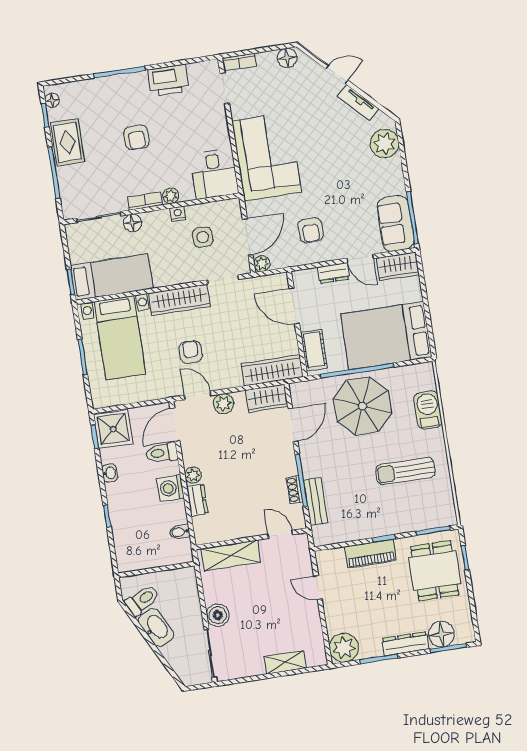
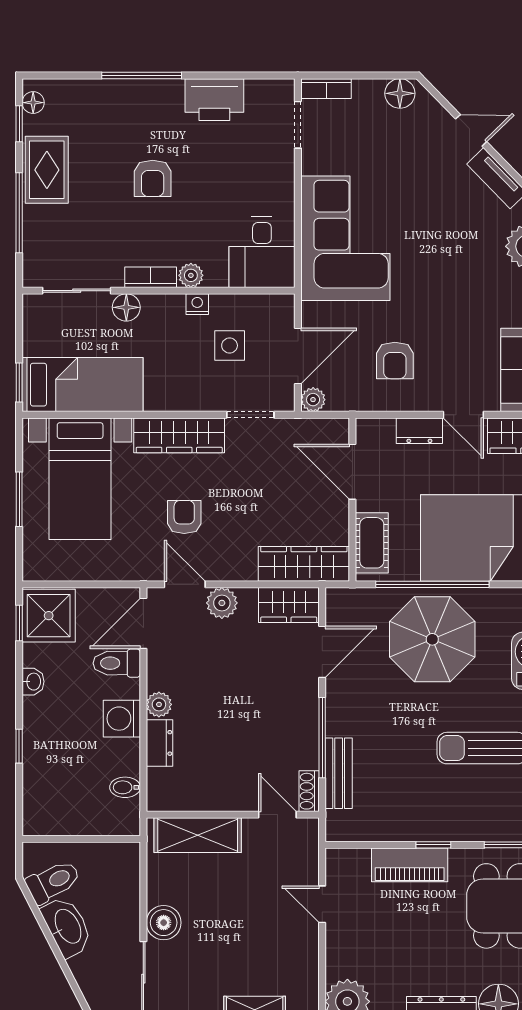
shoe rack: (294, 490) -> (309, 791), moved

